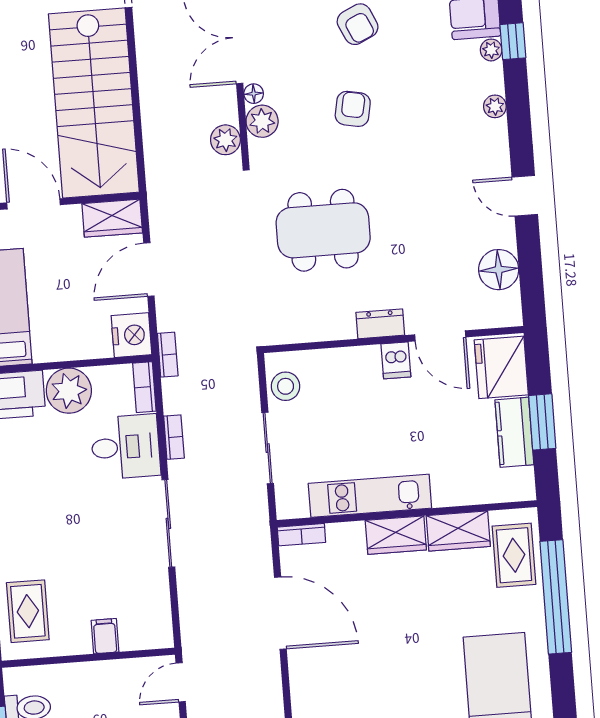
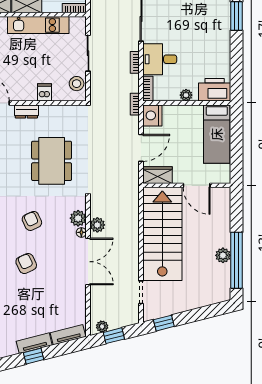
armchair: (353, 109) -> (32, 221), turned 144
plant: (225, 140) -> (97, 225), moved
dining table: (323, 230) -> (52, 161), turned 90
dishwasher: (396, 360) -> (44, 92), moved
plant: (69, 391) -> (186, 95), width x0.53, depth x0.53

